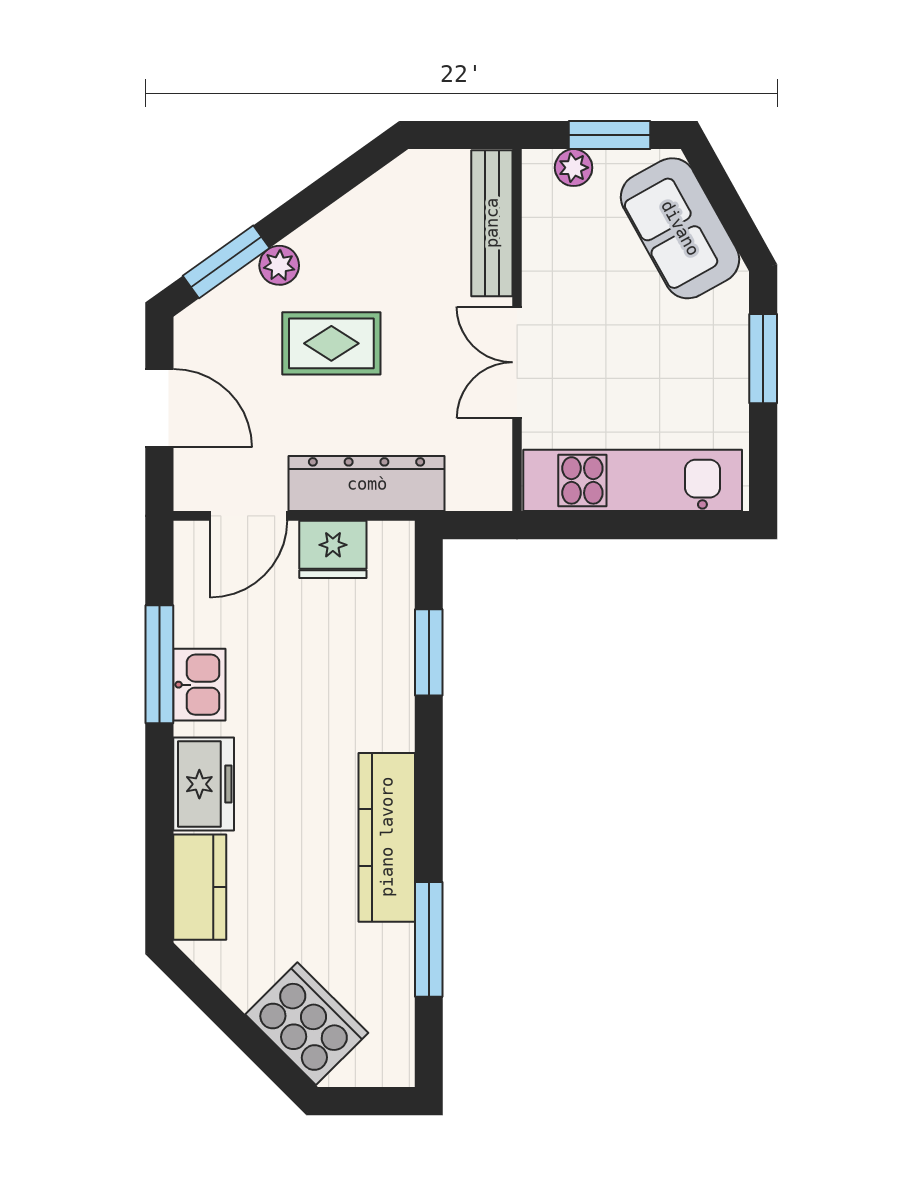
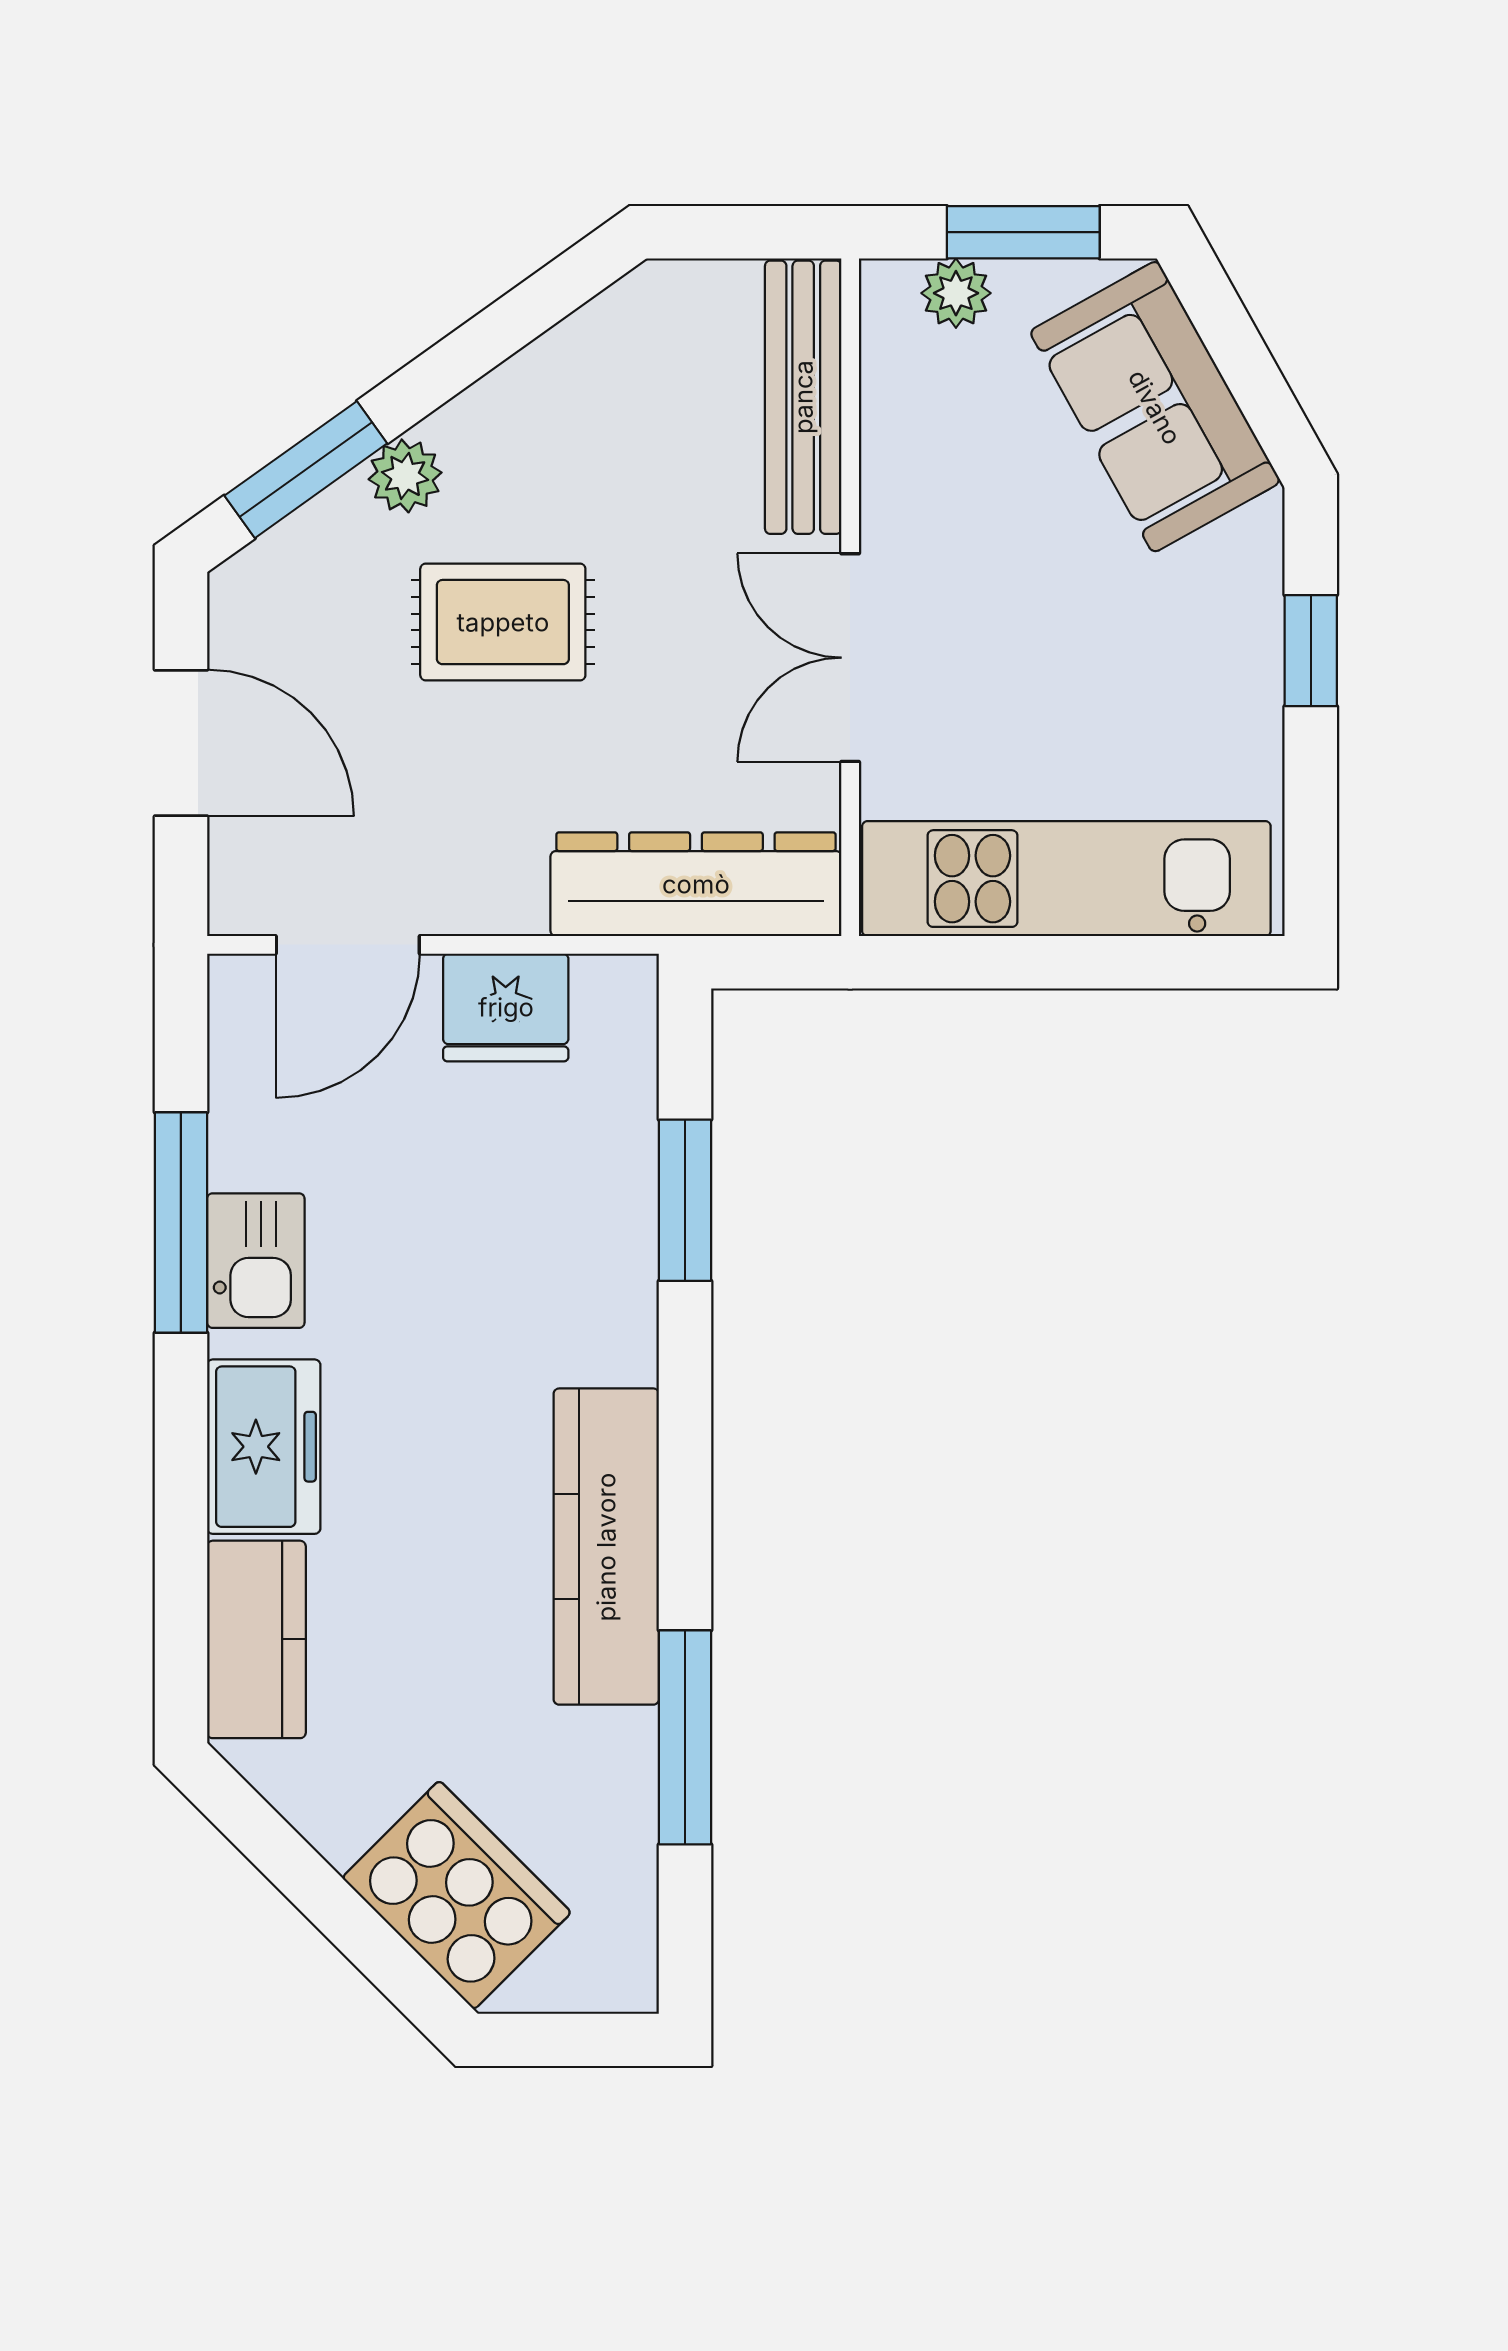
window: (763, 359) -> (1311, 651), width x0.67
dresser: (367, 484) -> (696, 884), moved

